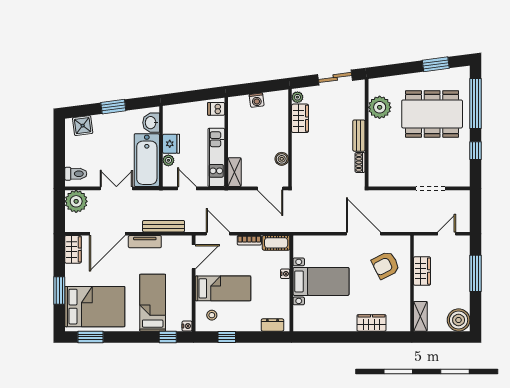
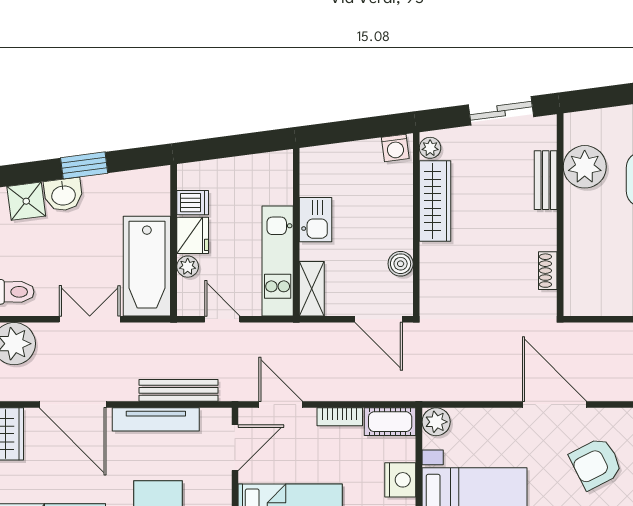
washing machine: (257, 100) -> (395, 148), moved
dishwasher: (216, 109) -> (193, 203), moved, turned 180
wardrobe: (300, 118) -> (435, 201), width x1.50
washbasin: (151, 123) -> (63, 195), moved, turned -97
kitchen sink: (236, 135) -> (316, 220), added
bench: (359, 136) -> (546, 180), moved
door: (107, 234) -> (73, 405), hinge flipped
tv unit: (145, 242) -> (156, 419), width x1.41
plant: (301, 243) -> (436, 422), added
nightstand: (285, 274) -> (400, 480), width x1.89, depth x1.79

